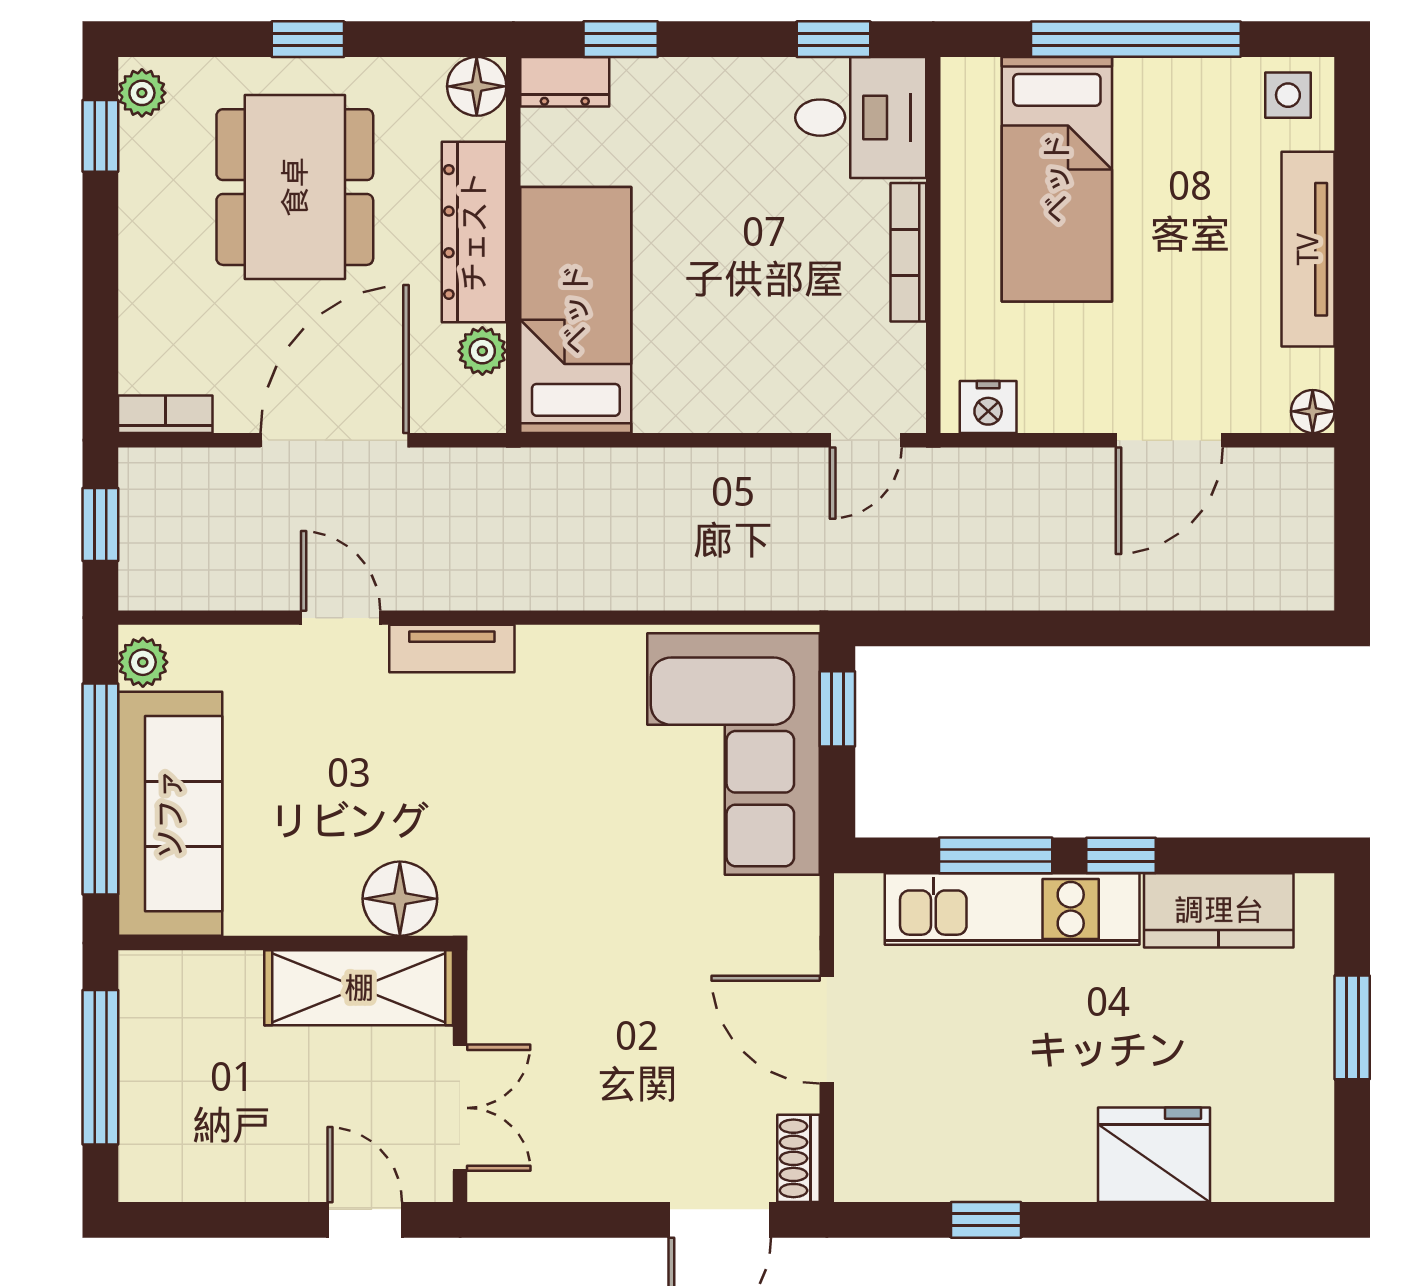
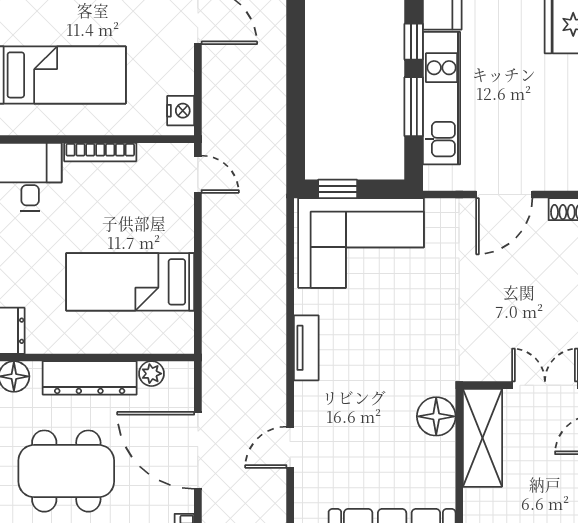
bed: (576, 310) -> (130, 282), moved
tv unit: (452, 649) -> (306, 348), moved

